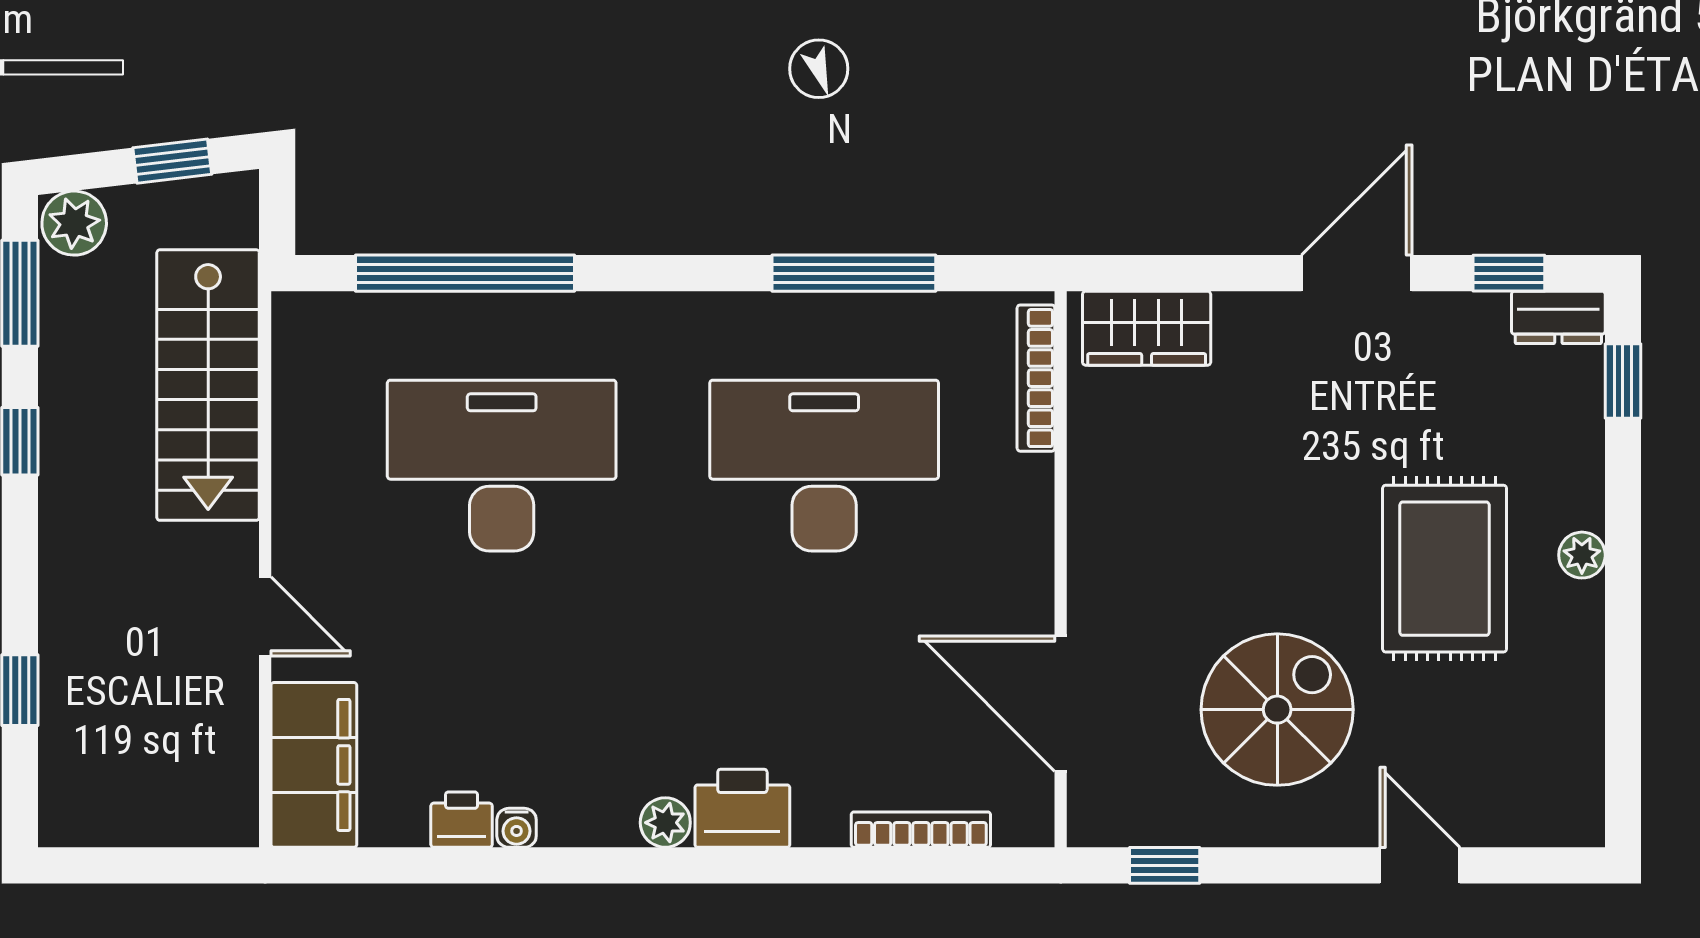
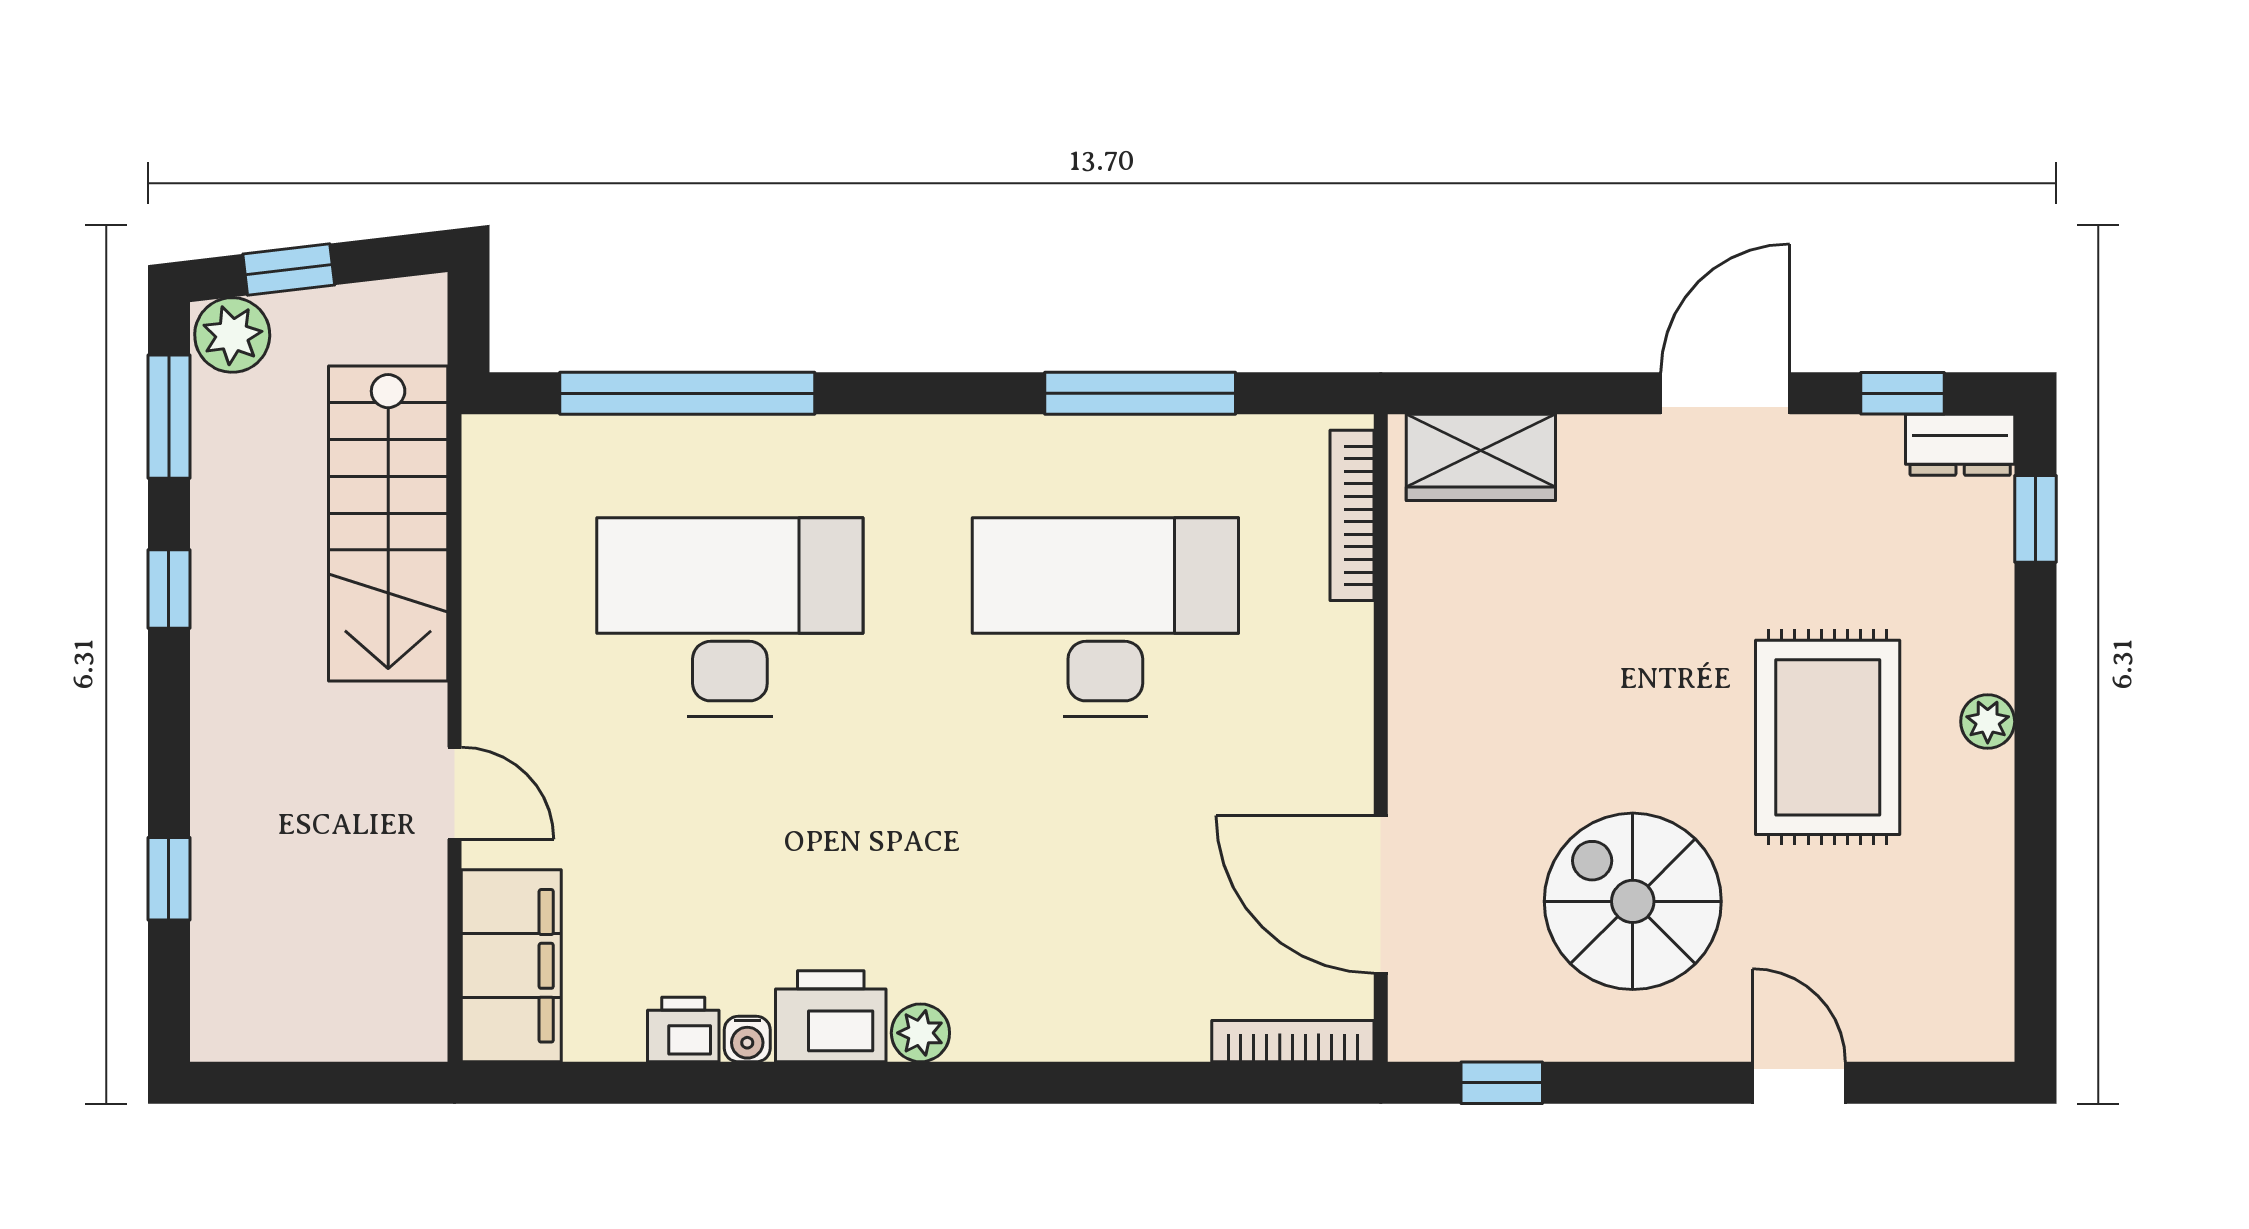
window: (172, 161) -> (289, 270), moved
spiral stairs: (1277, 710) -> (1633, 901), turned -90
printer: (742, 808) -> (831, 1016), moved
bookcase: (921, 830) -> (1293, 1041), moved

